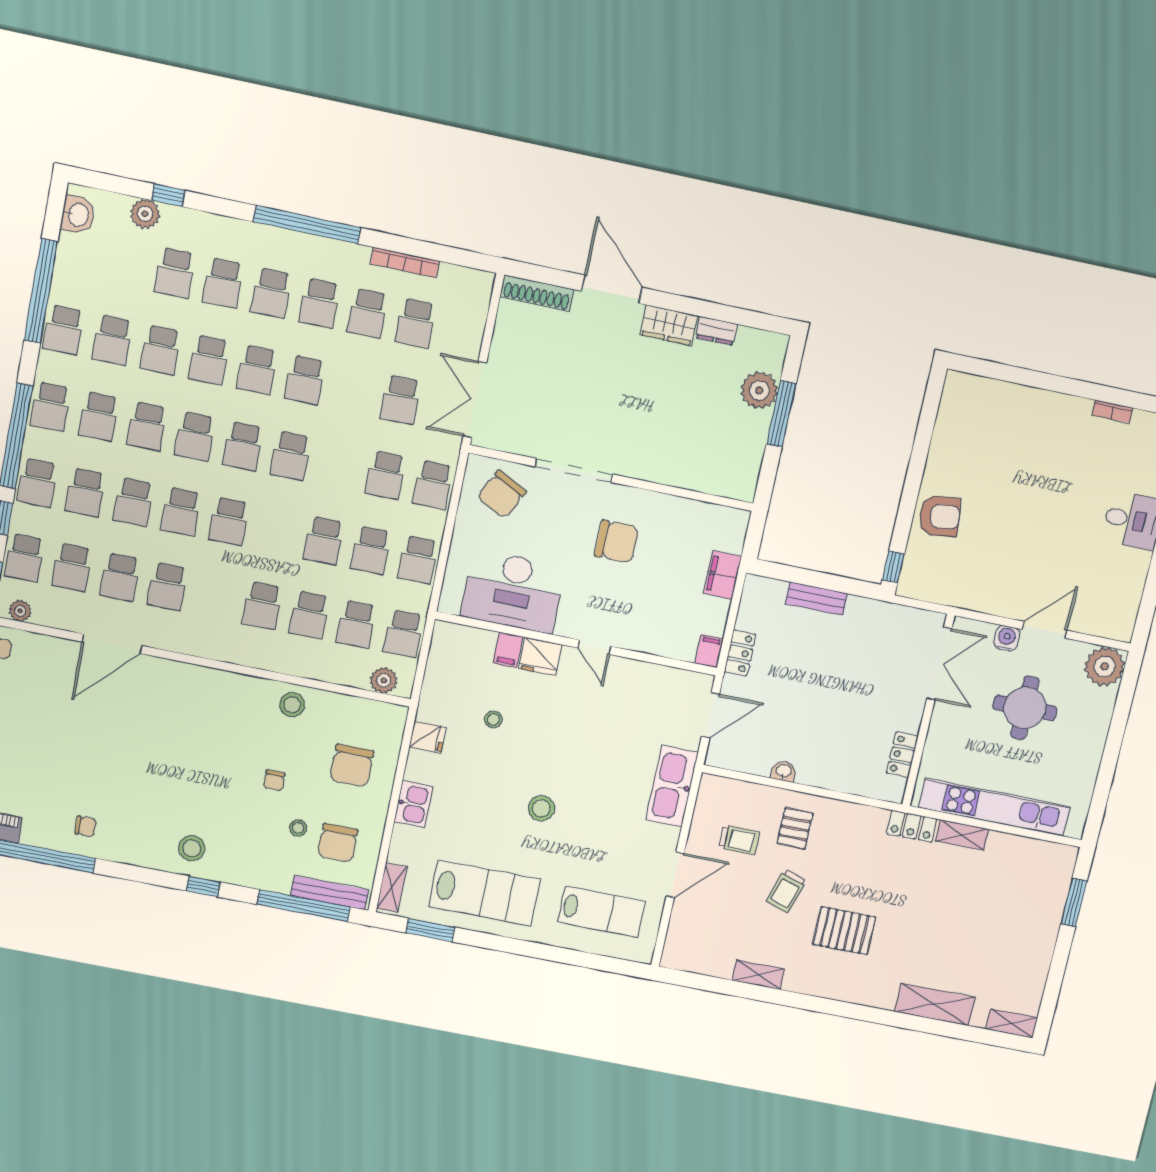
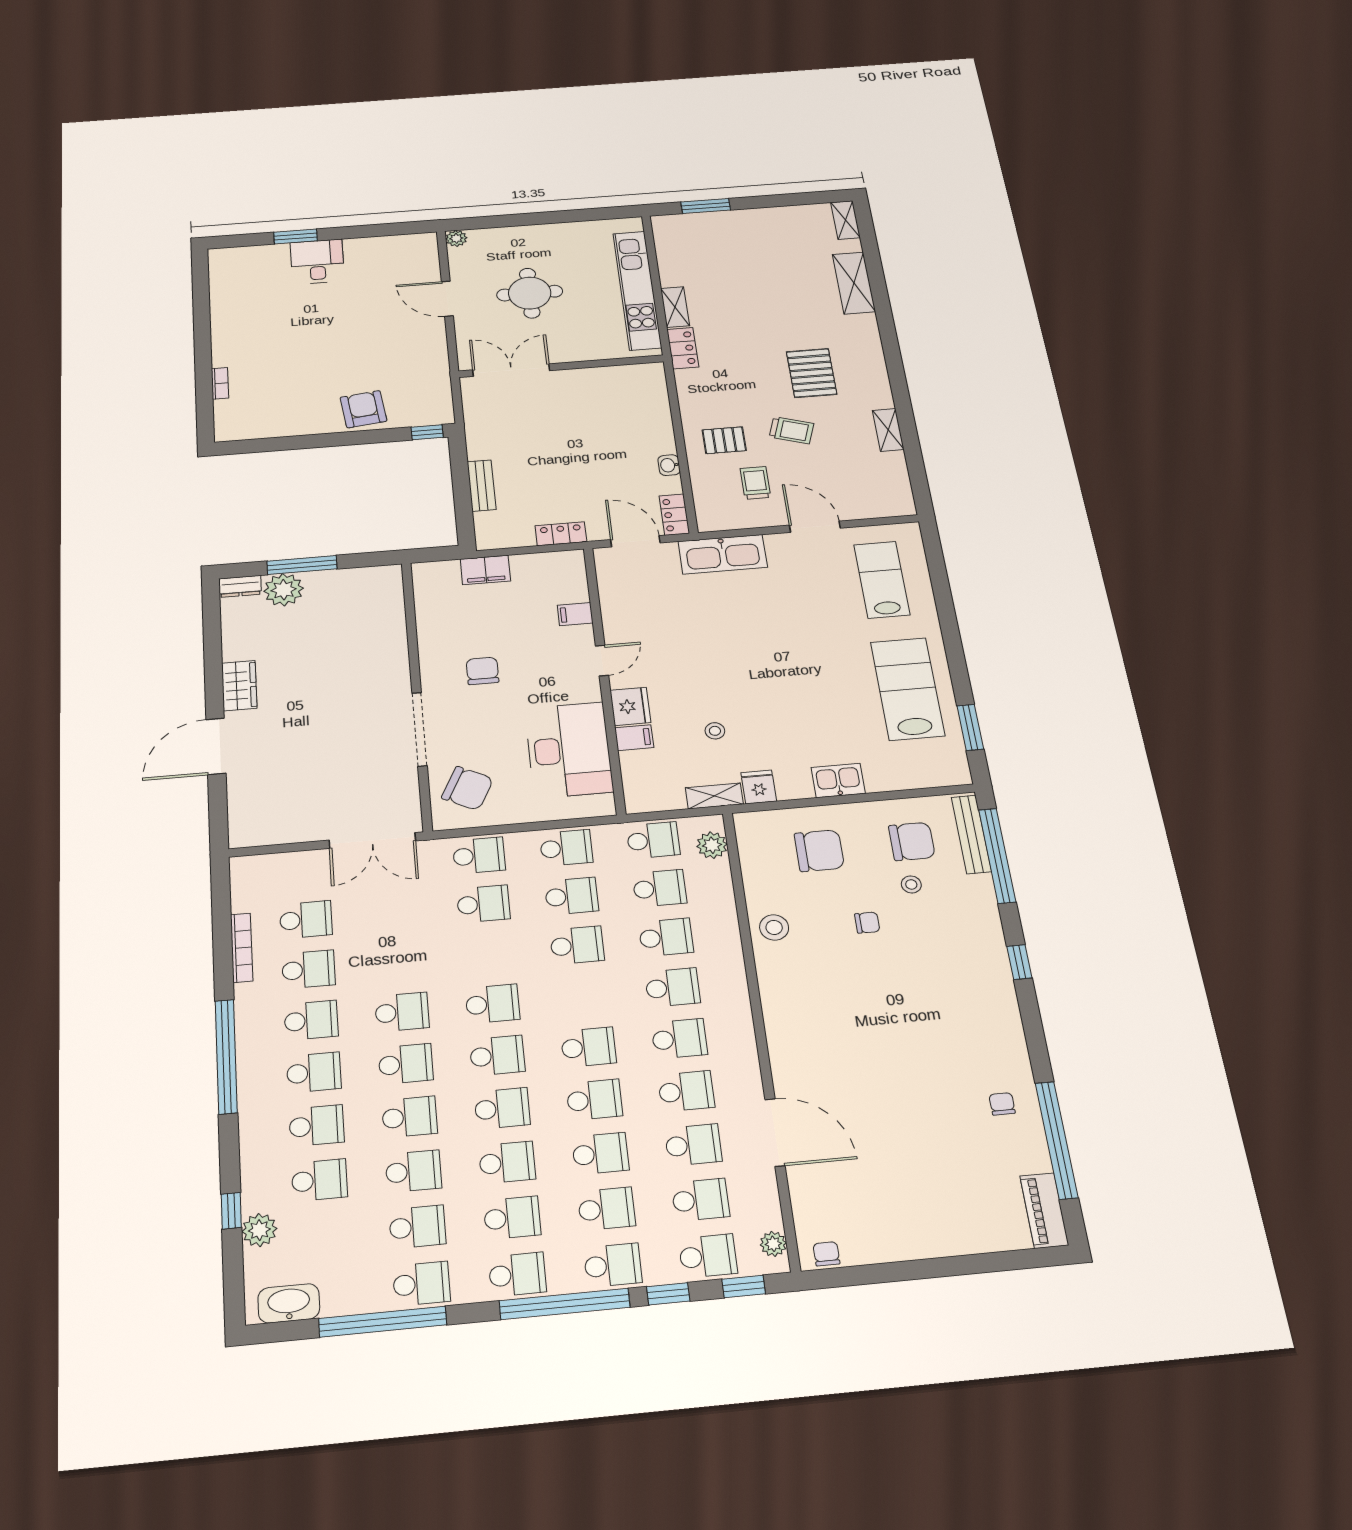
washbasin: (78, 215) -> (289, 1303), width x1.38
shoe rack: (537, 293) -> (239, 813), removed
dresser: (716, 331) -> (240, 586), moved, turned 90
school desk: (400, 400) -> (679, 1039), moved
bookcase: (1112, 411) -> (220, 383), moved
chair: (617, 542) -> (482, 671), width x0.73, depth x0.73
water cooler: (1007, 638) -> (466, 325), removed
filing cabinet: (709, 651) -> (575, 614), moved
plant: (1105, 667) -> (456, 238), width x0.53, depth x0.53
locker: (902, 755) -> (674, 515), moved, turned 90
stool: (541, 808) -> (794, 662), removed
stool: (192, 848) -> (980, 985), removed
shelving: (392, 888) -> (714, 796), moved

